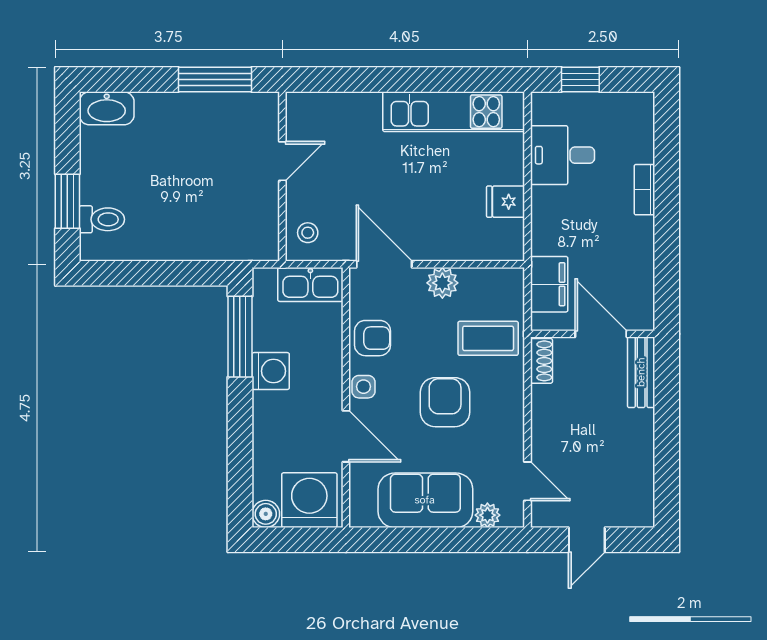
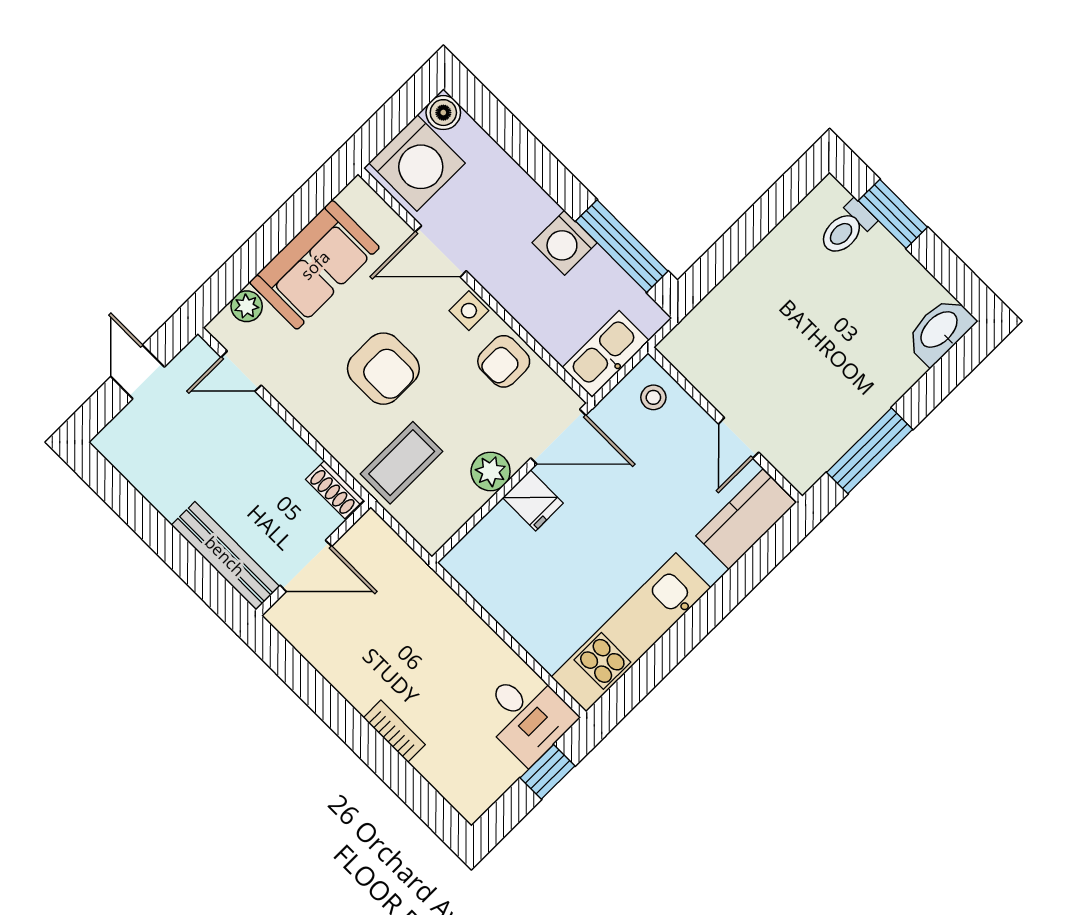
kitchen counter: (324, 111) -> (746, 519), added
desk: (562, 155) -> (527, 715), moved, turned 90
fridge: (506, 202) -> (533, 500), moved, turned 90
filing cabinet: (549, 284) -> (395, 564), removed
bench: (641, 372) -> (225, 556), width x1.36

